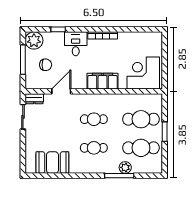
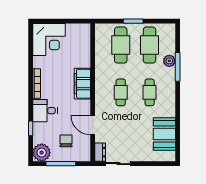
corner desk: (143, 73) -> (49, 40), moved, turned -90

